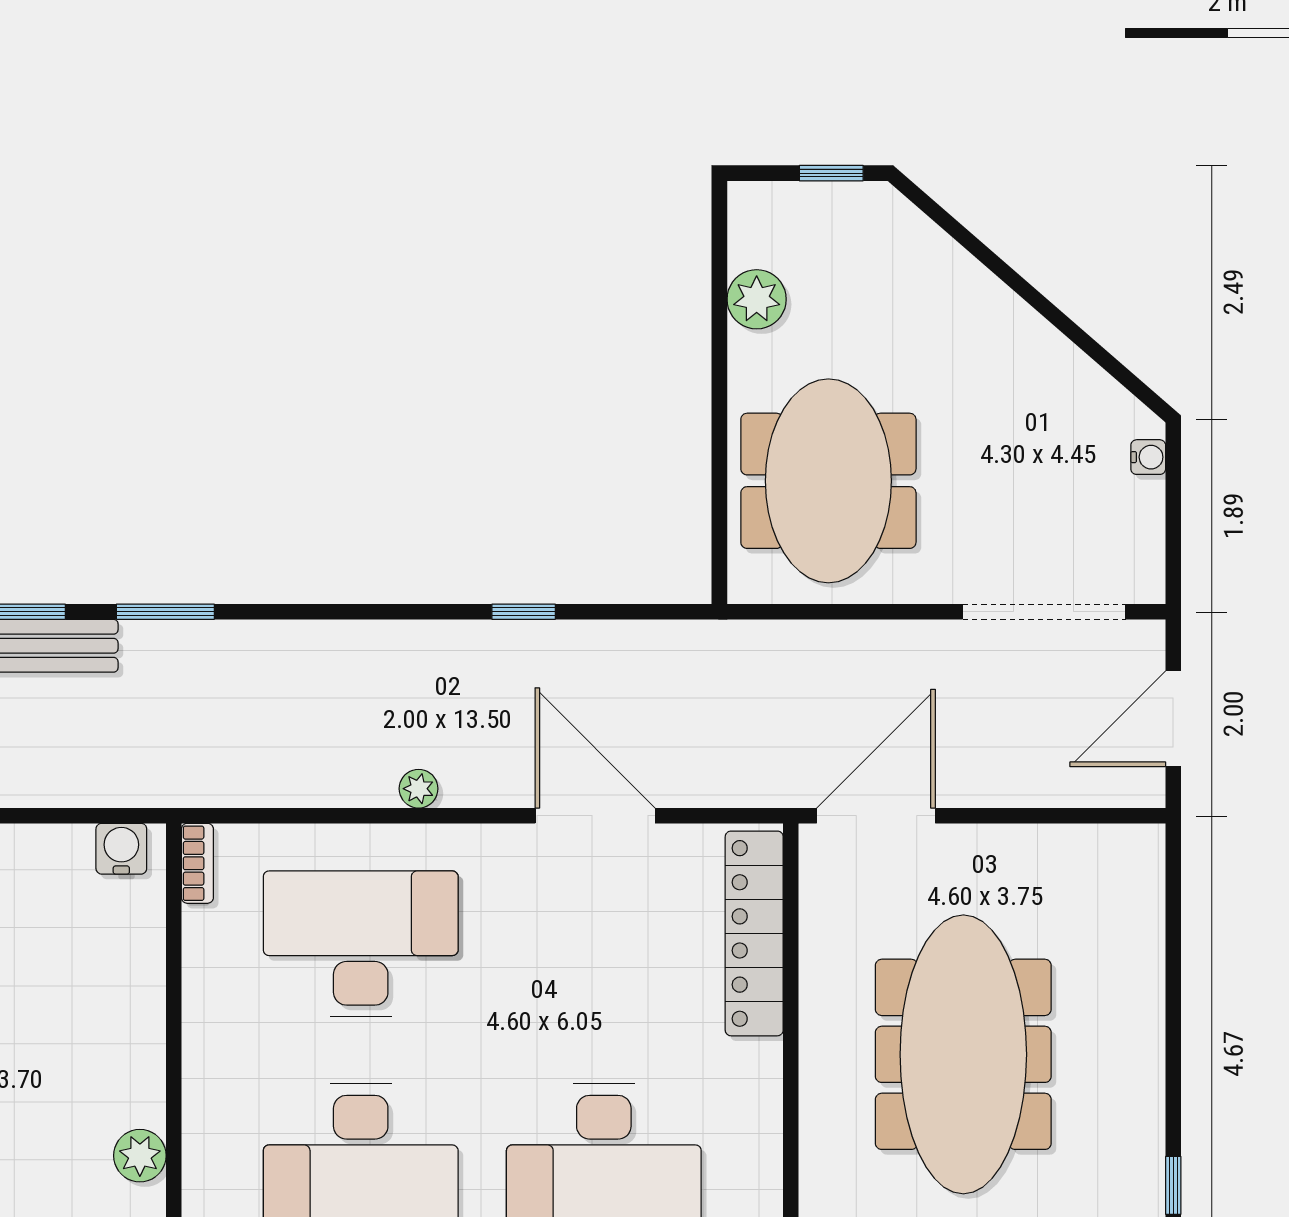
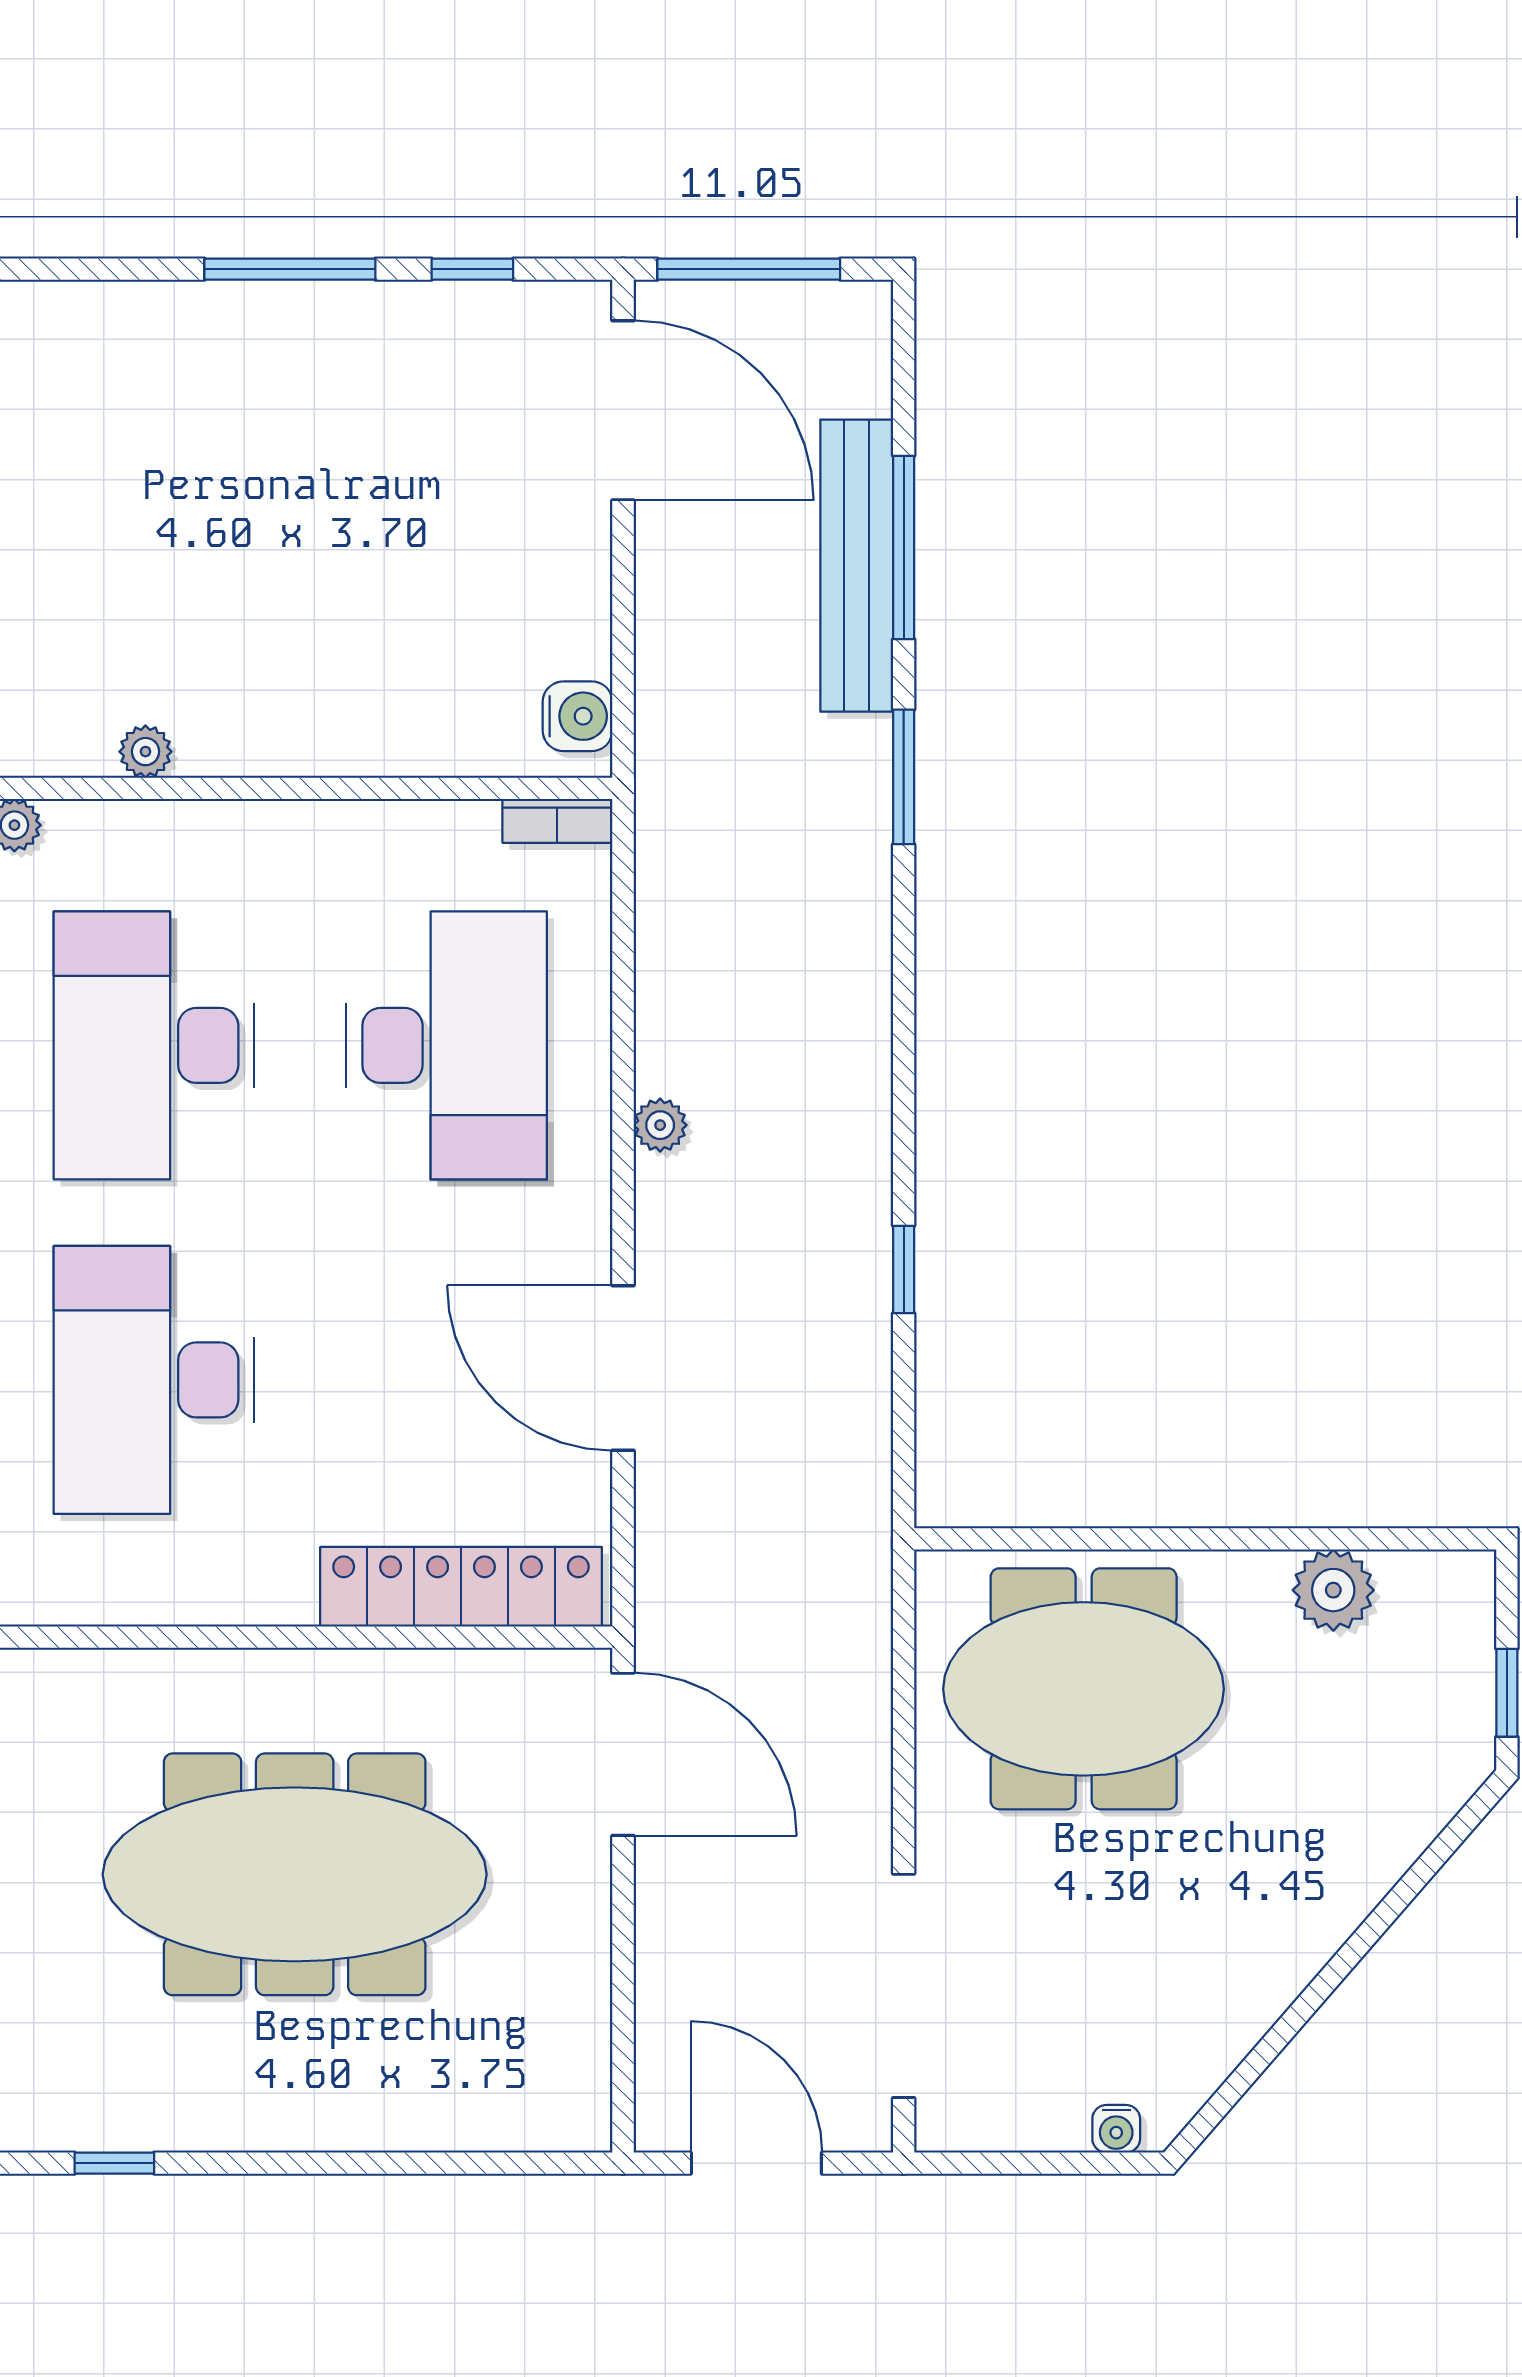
door: (595, 816) -> (623, 1368), swing flipped
plant: (140, 1156) -> (145, 752), width x0.73, depth x0.73

